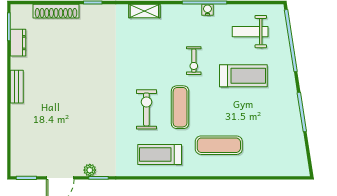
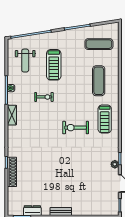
shoe rack: (56, 11) -> (12, 172), moved
shelving: (144, 11) -> (12, 115), moved
treadmill: (243, 76) -> (54, 65), turned 180
exercise mat: (180, 107) -> (99, 44), moved

